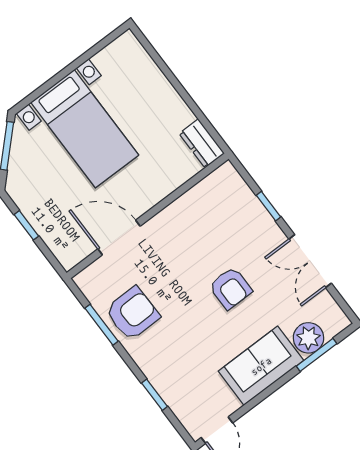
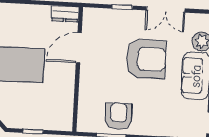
door: (119, 237) -> (79, 48), moved
armchair: (230, 288) -> (146, 59), width x1.88, depth x1.88

